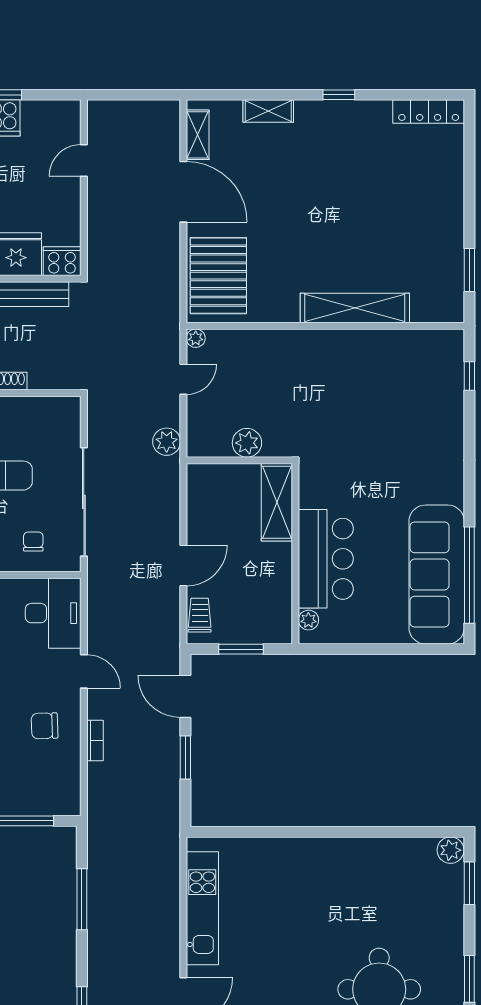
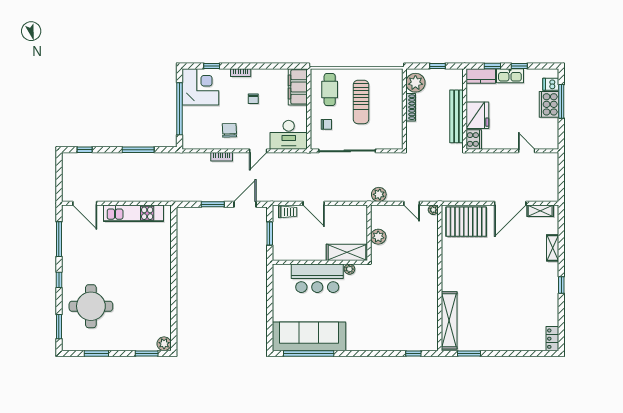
locker: (429, 112) -> (552, 339), width x0.66
shelving: (355, 308) -> (449, 320), moved
plant: (308, 620) -> (349, 269), moved

